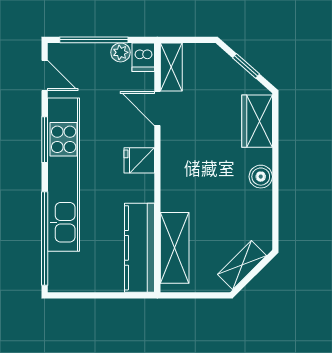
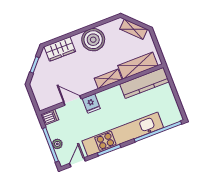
plant: (121, 52) -> (57, 144), moved
shelving: (171, 67) -> (108, 79), moved
door: (157, 108) -> (72, 100), swing flipped
fridge: (139, 160) -> (91, 104), moved
boiler: (261, 177) -> (93, 40), width x1.86, depth x1.86

